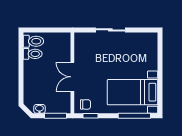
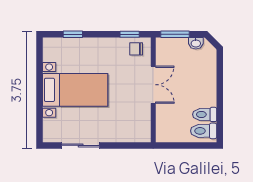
sliding door: (110, 30) -> (81, 145), moved
bed with nightstands: (133, 92) -> (75, 90), moved
window: (134, 116) -> (73, 34), width x0.46

